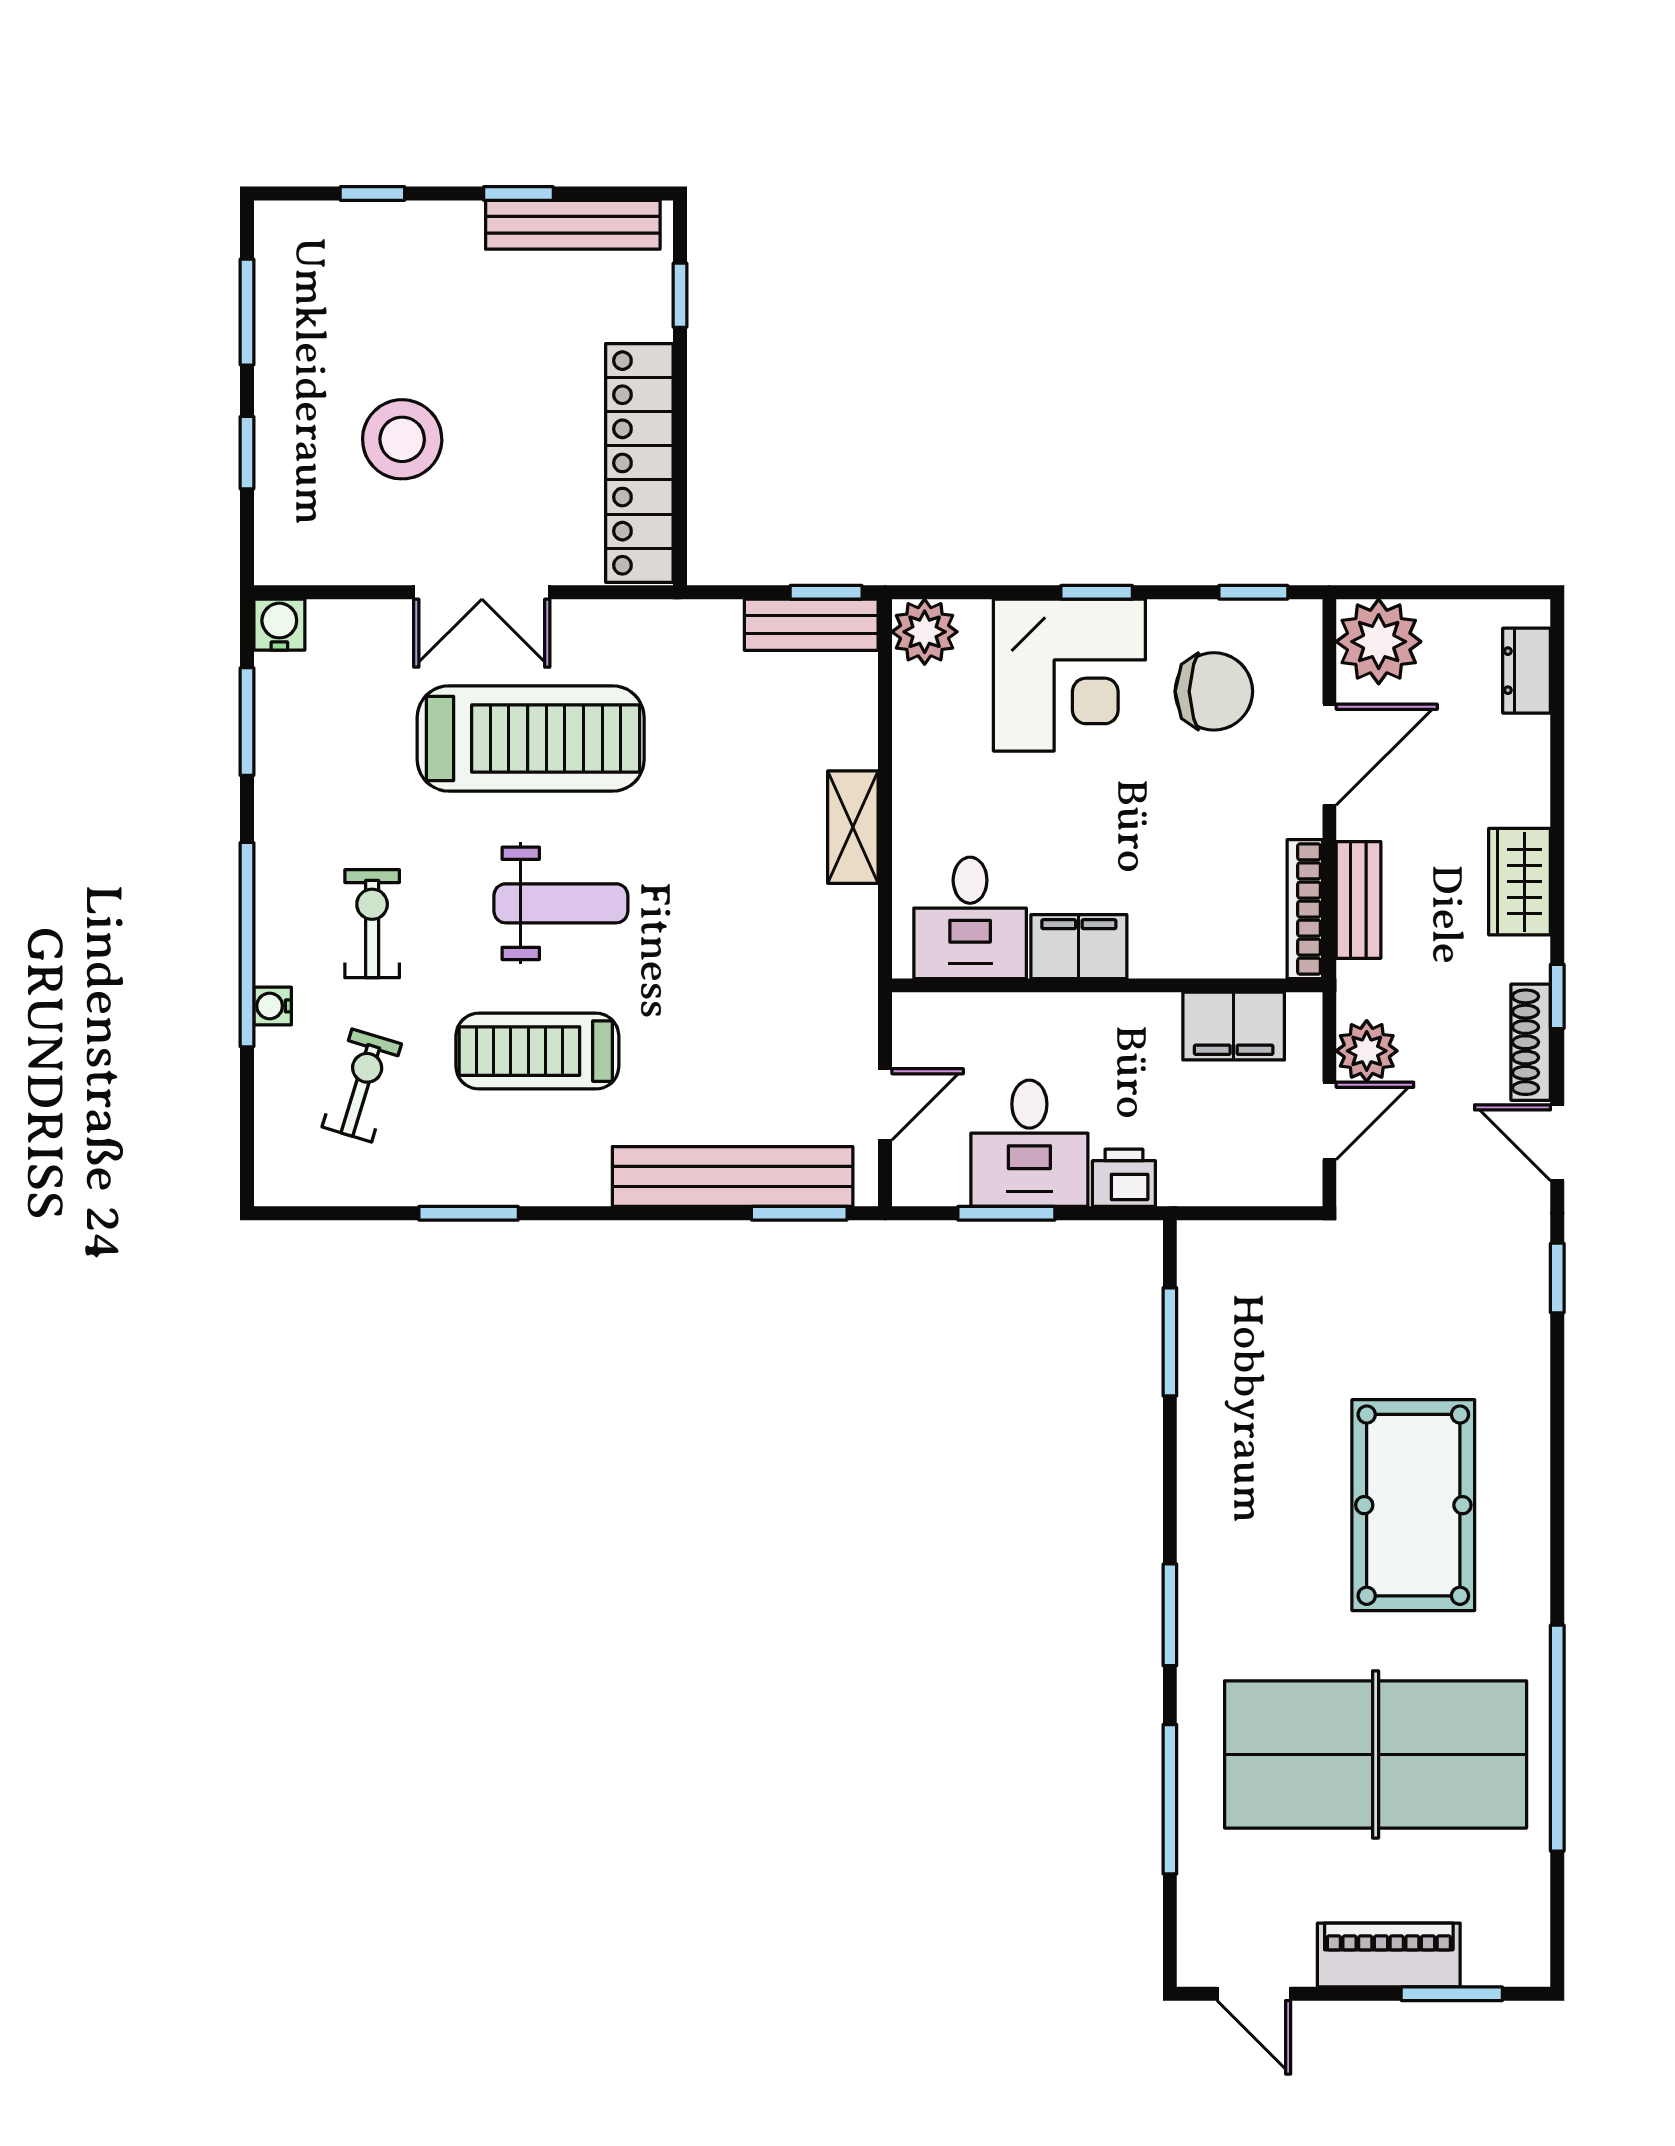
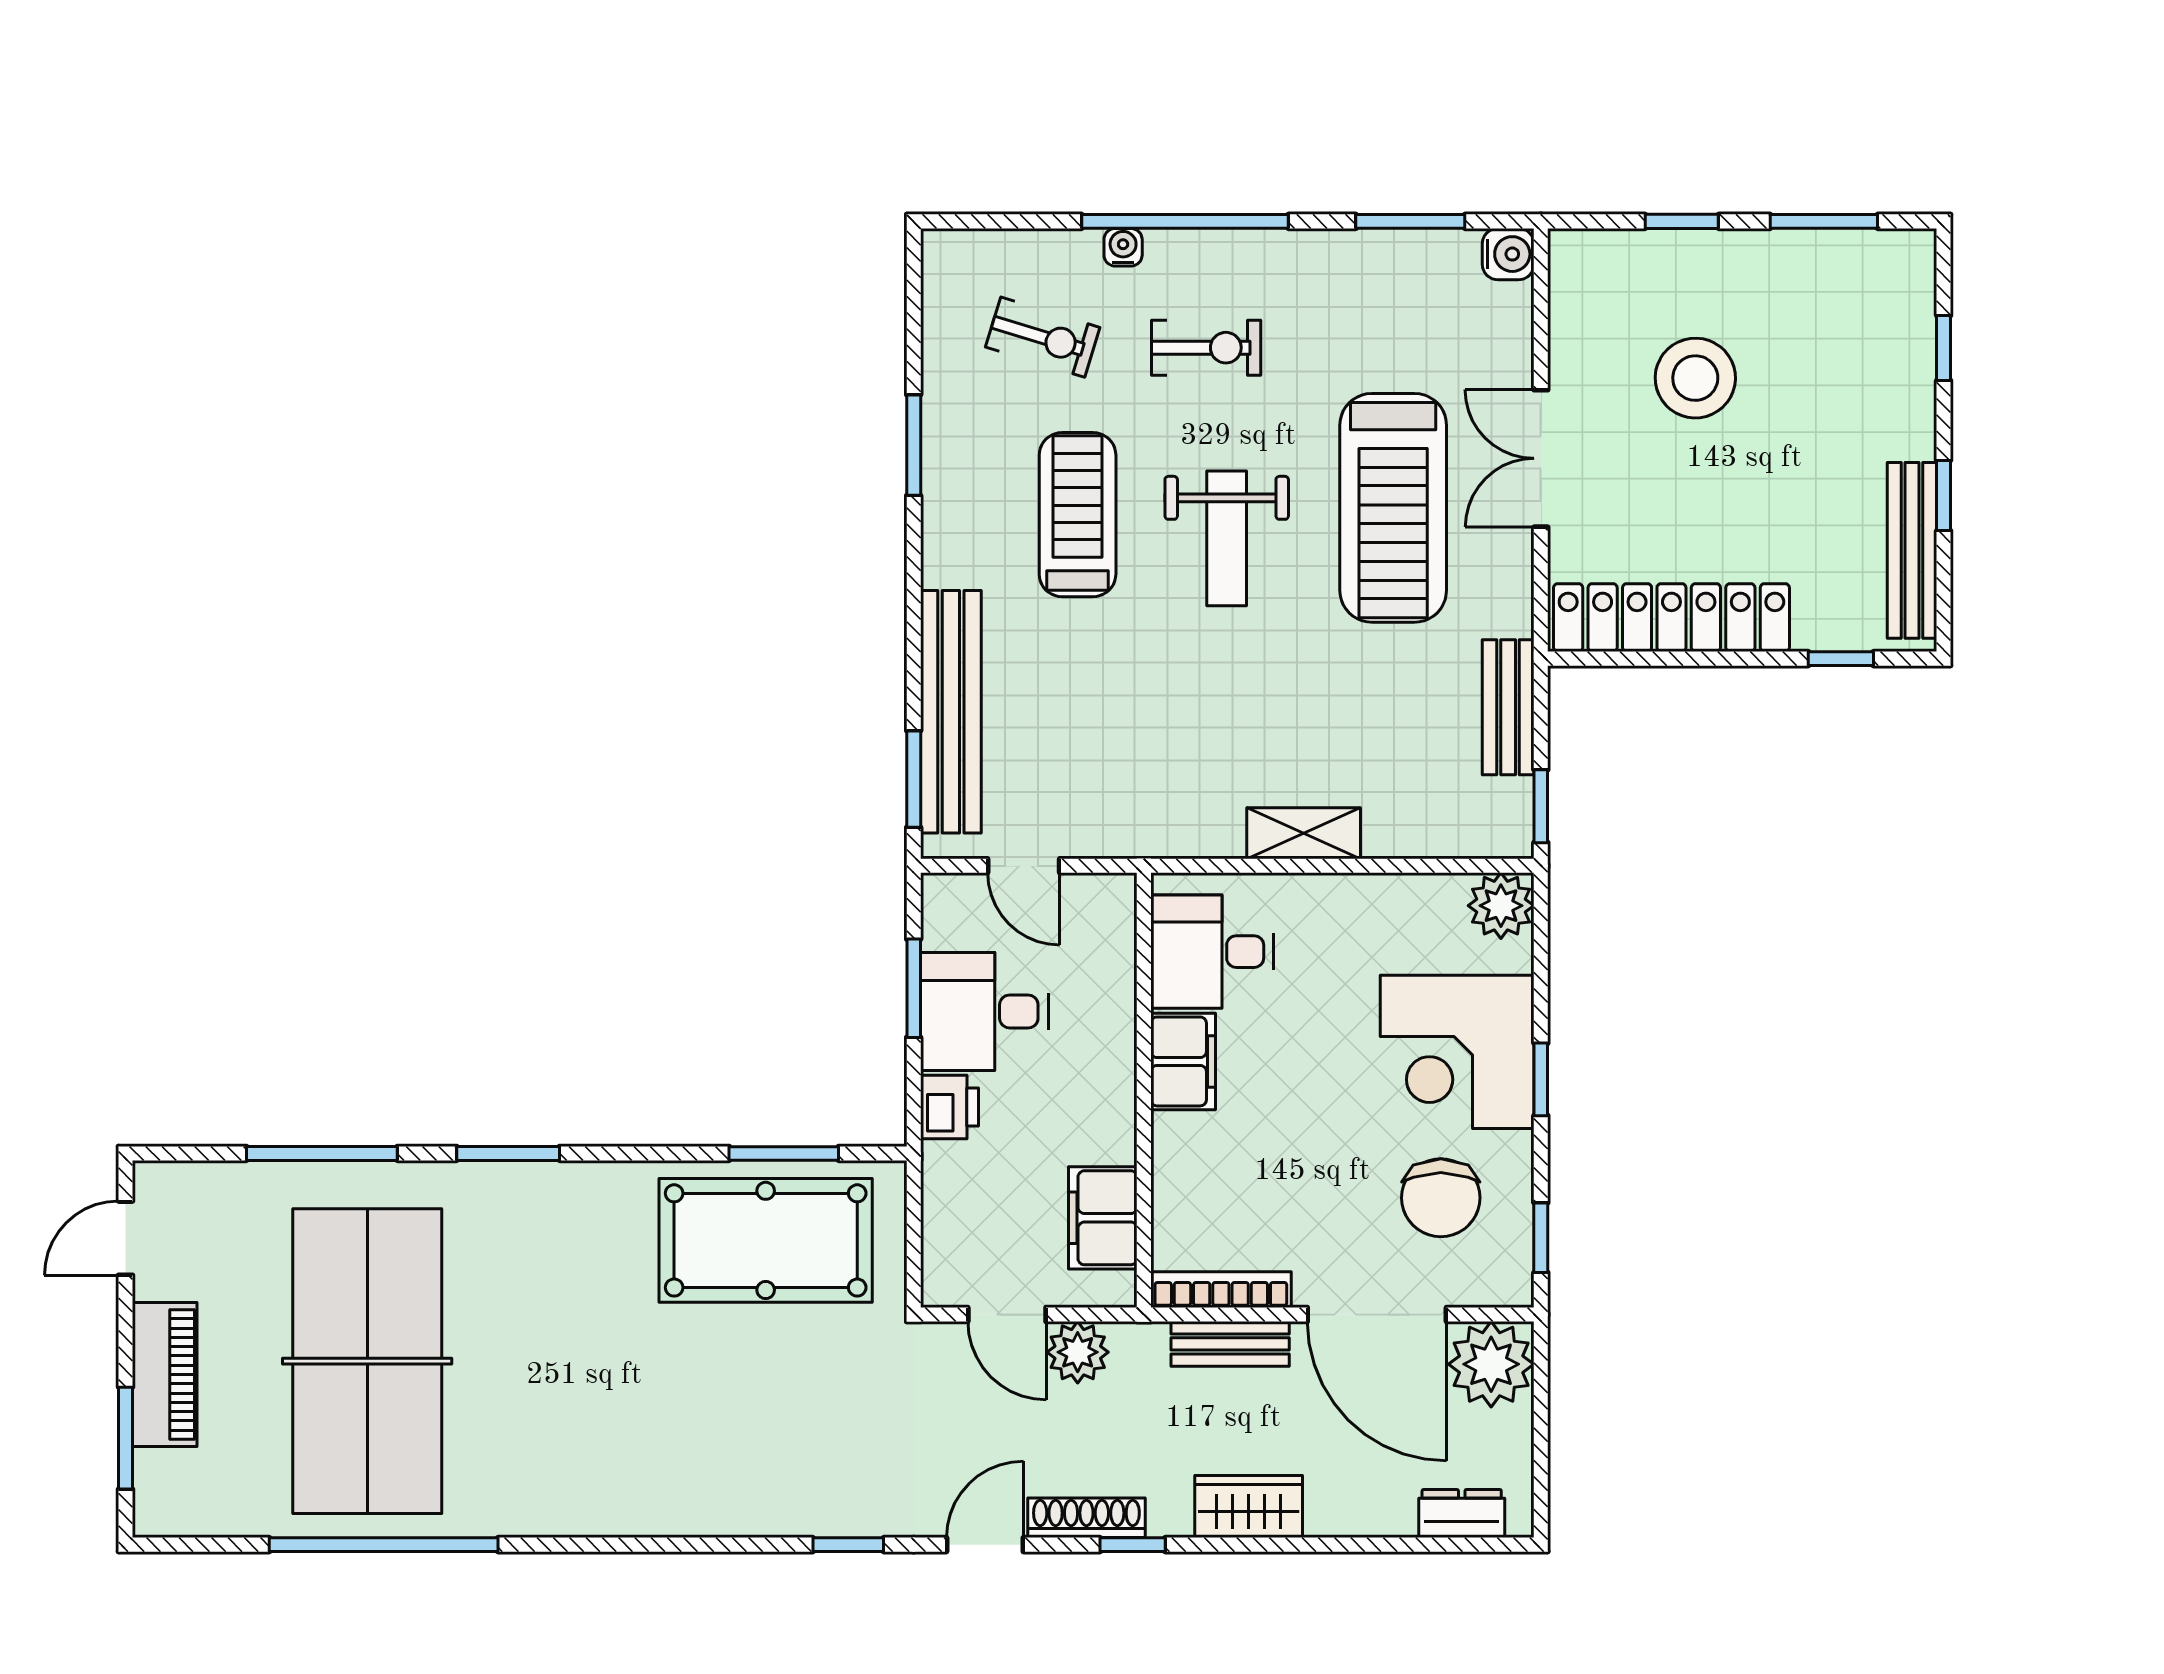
bench: (811, 625) -> (1508, 707), moved
door: (1329, 755) -> (1377, 1315), width x1.36
pool table: (1413, 1505) -> (766, 1240), moved

